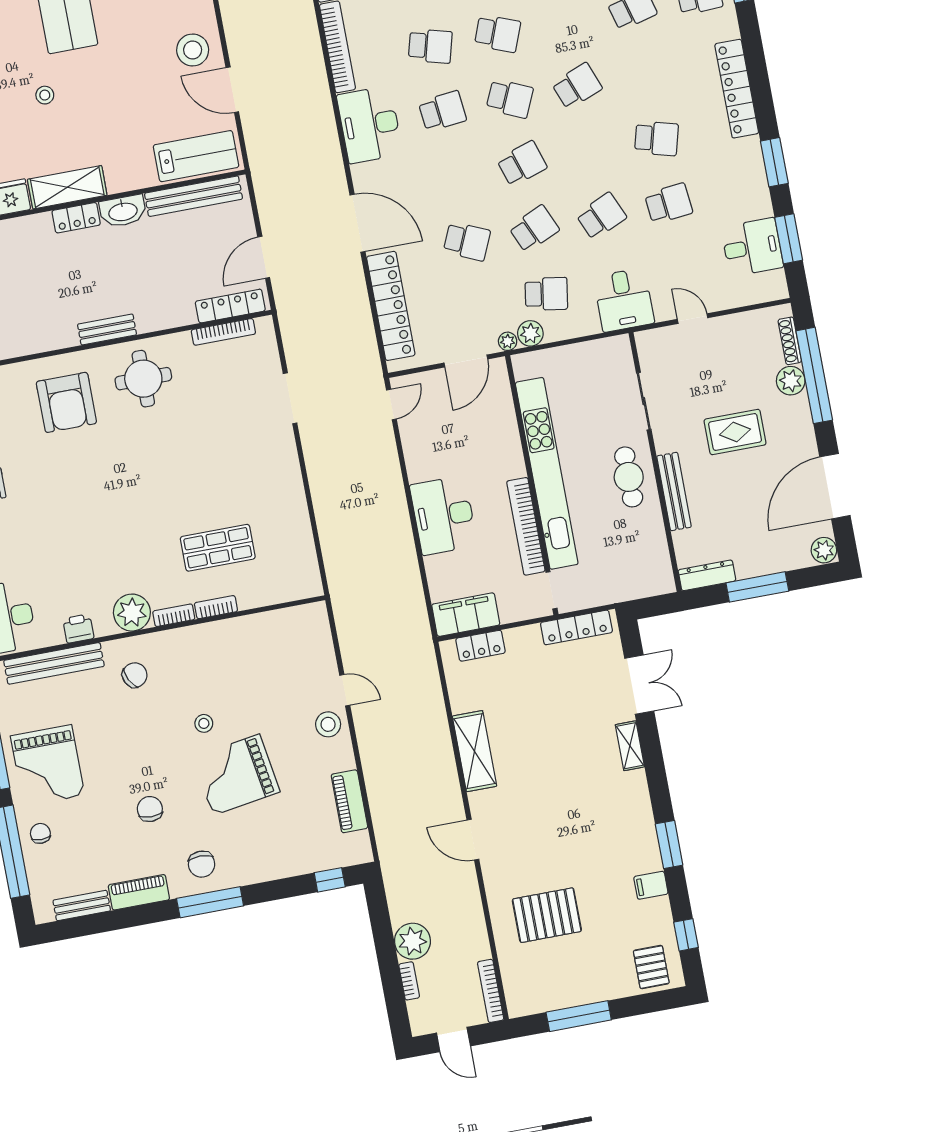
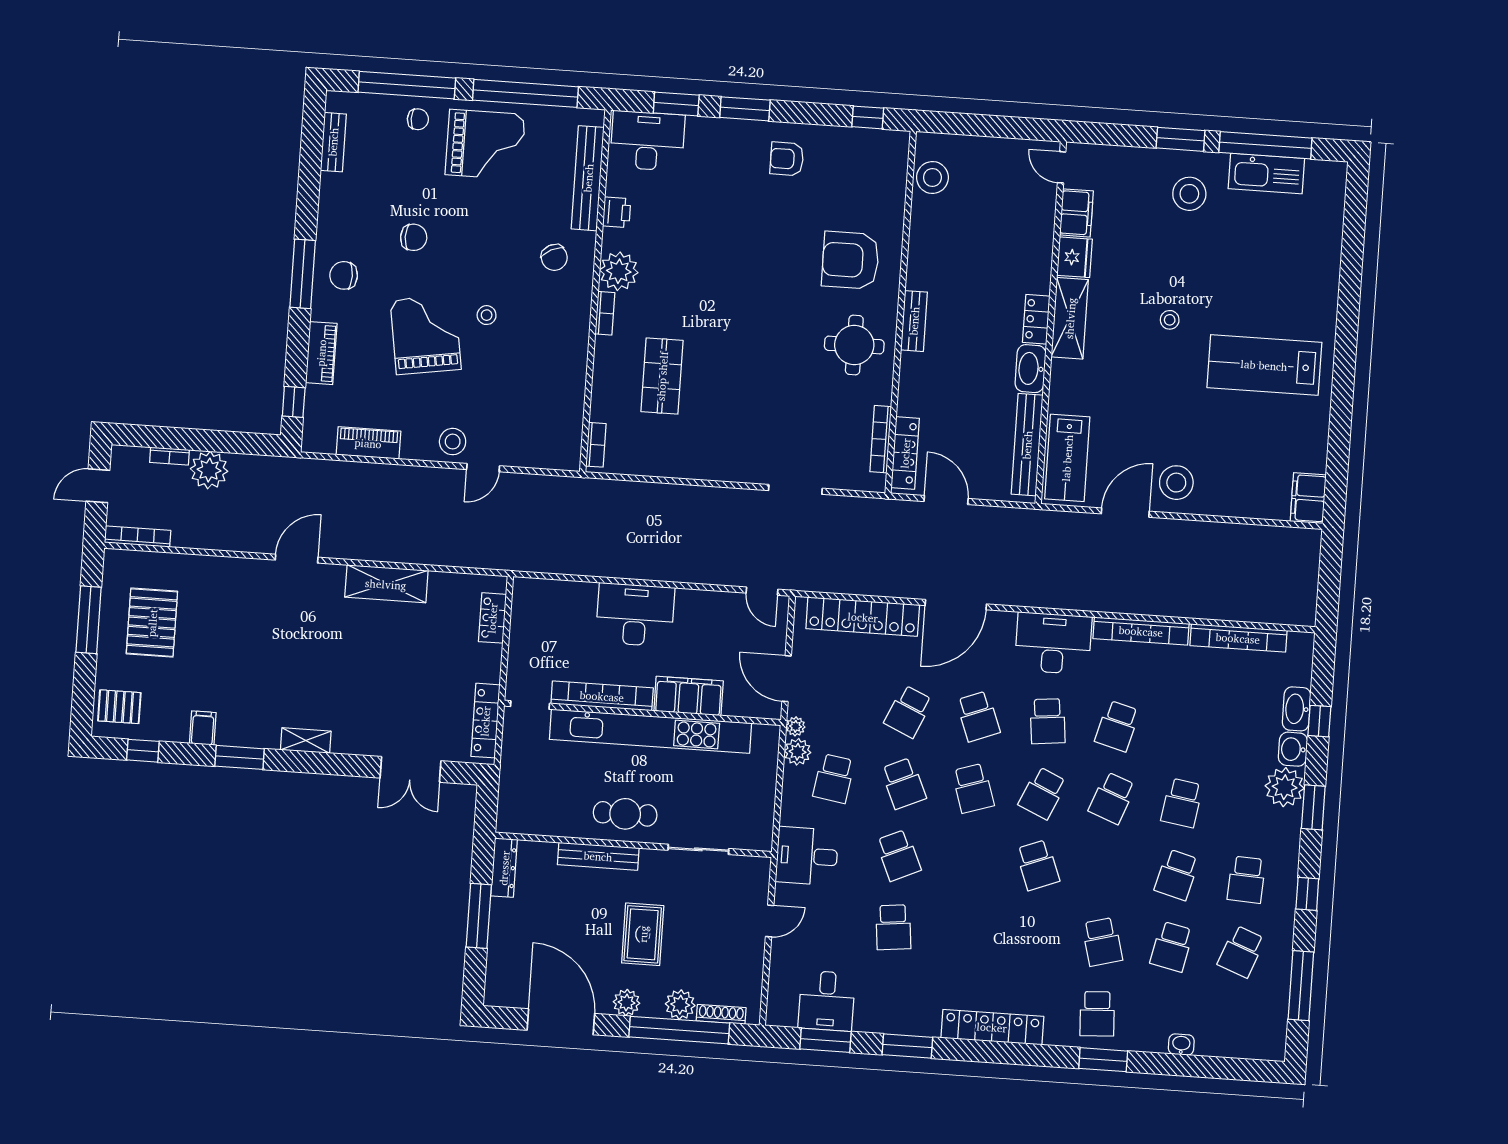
school desk: (656, 138) -> (978, 716), moved, turned -36
plant: (824, 550) -> (626, 1003), moved
bookcase: (216, 607) -> (596, 445), moved
filing cabinet: (466, 615) -> (689, 696), moved, turned -90
shelving: (630, 746) -> (306, 741), moved
grand piano: (48, 765) -> (485, 145), turned 180
piano: (139, 892) -> (321, 353), moved
pallet: (547, 915) -> (152, 623), moved

